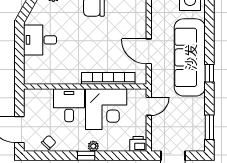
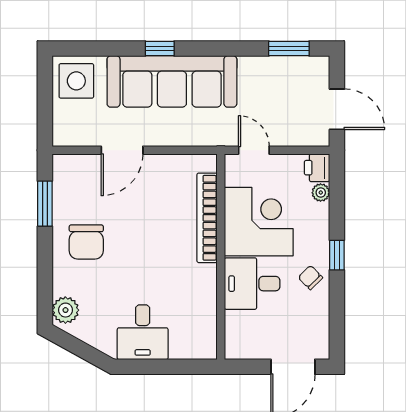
door: (149, 51) -> (122, 150), moved
window: (209, 73) -> (160, 48), moved
chair: (49, 142) -> (310, 278), moved
plant: (93, 146) -> (321, 193), moved

